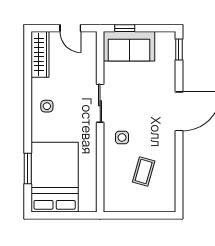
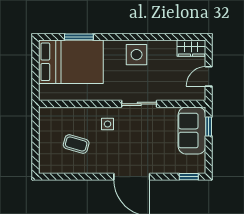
wardrobe: (40, 54) -> (191, 48), width x0.67
side table: (47, 106) -> (137, 55), width x1.87, depth x1.87

